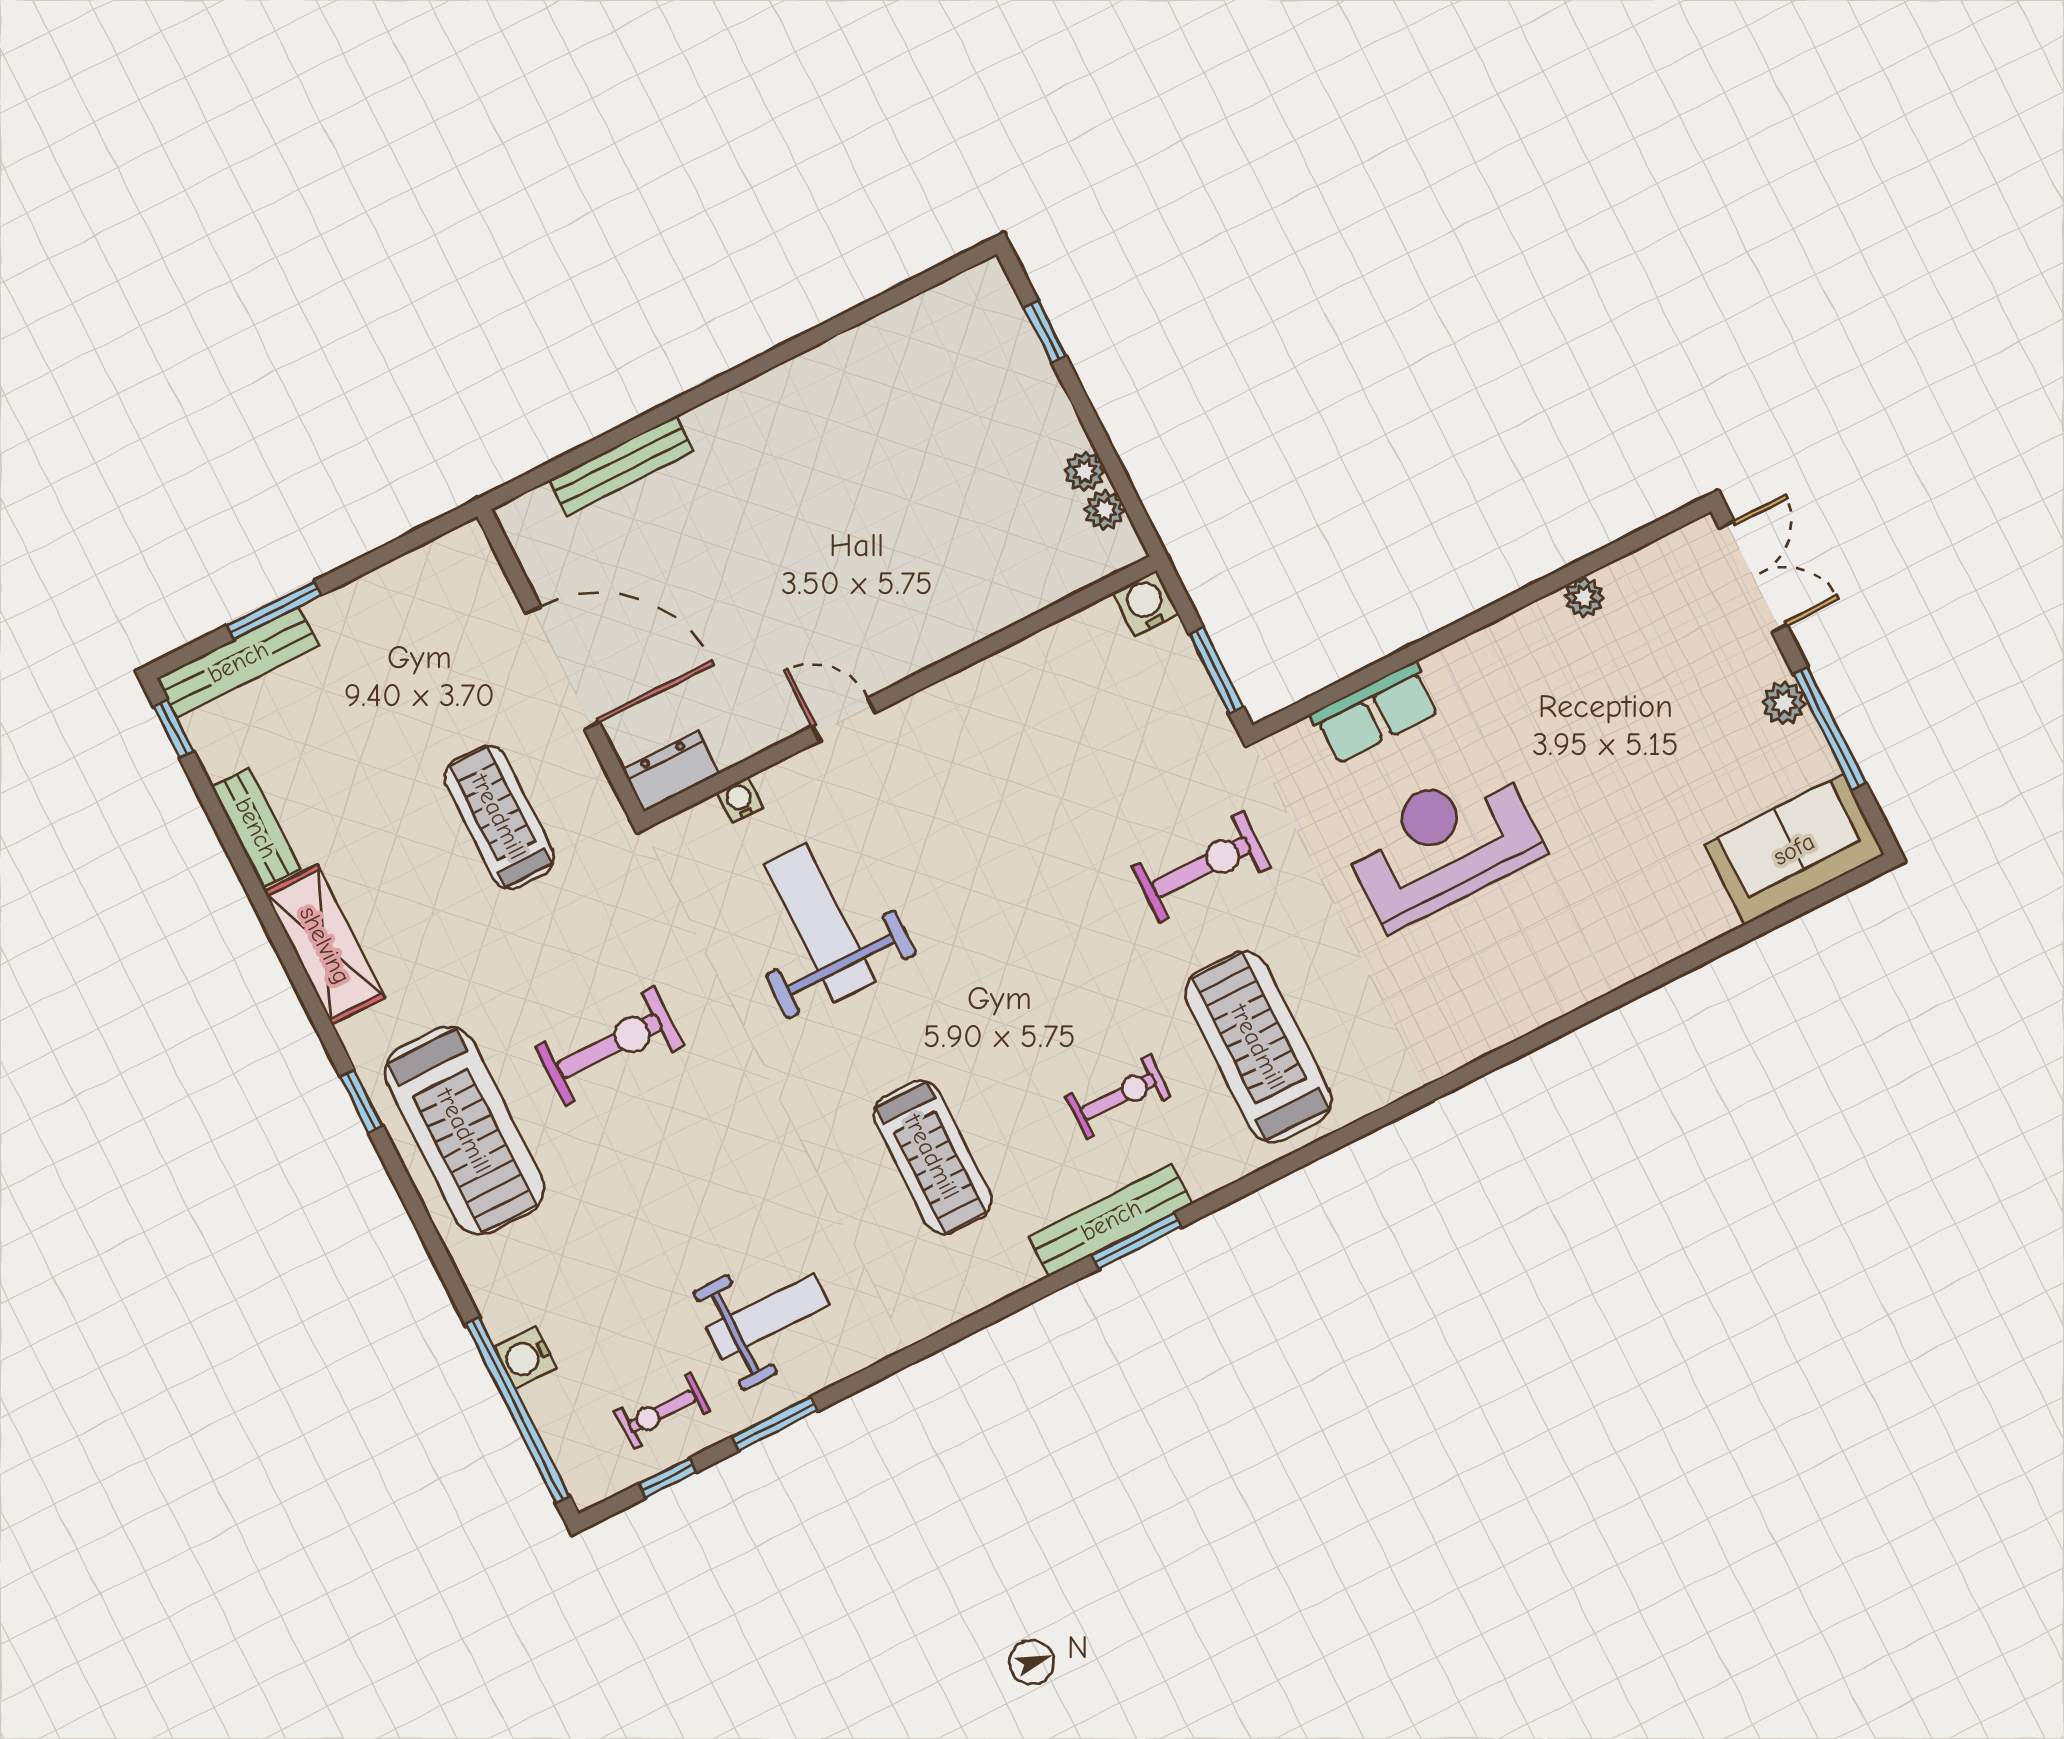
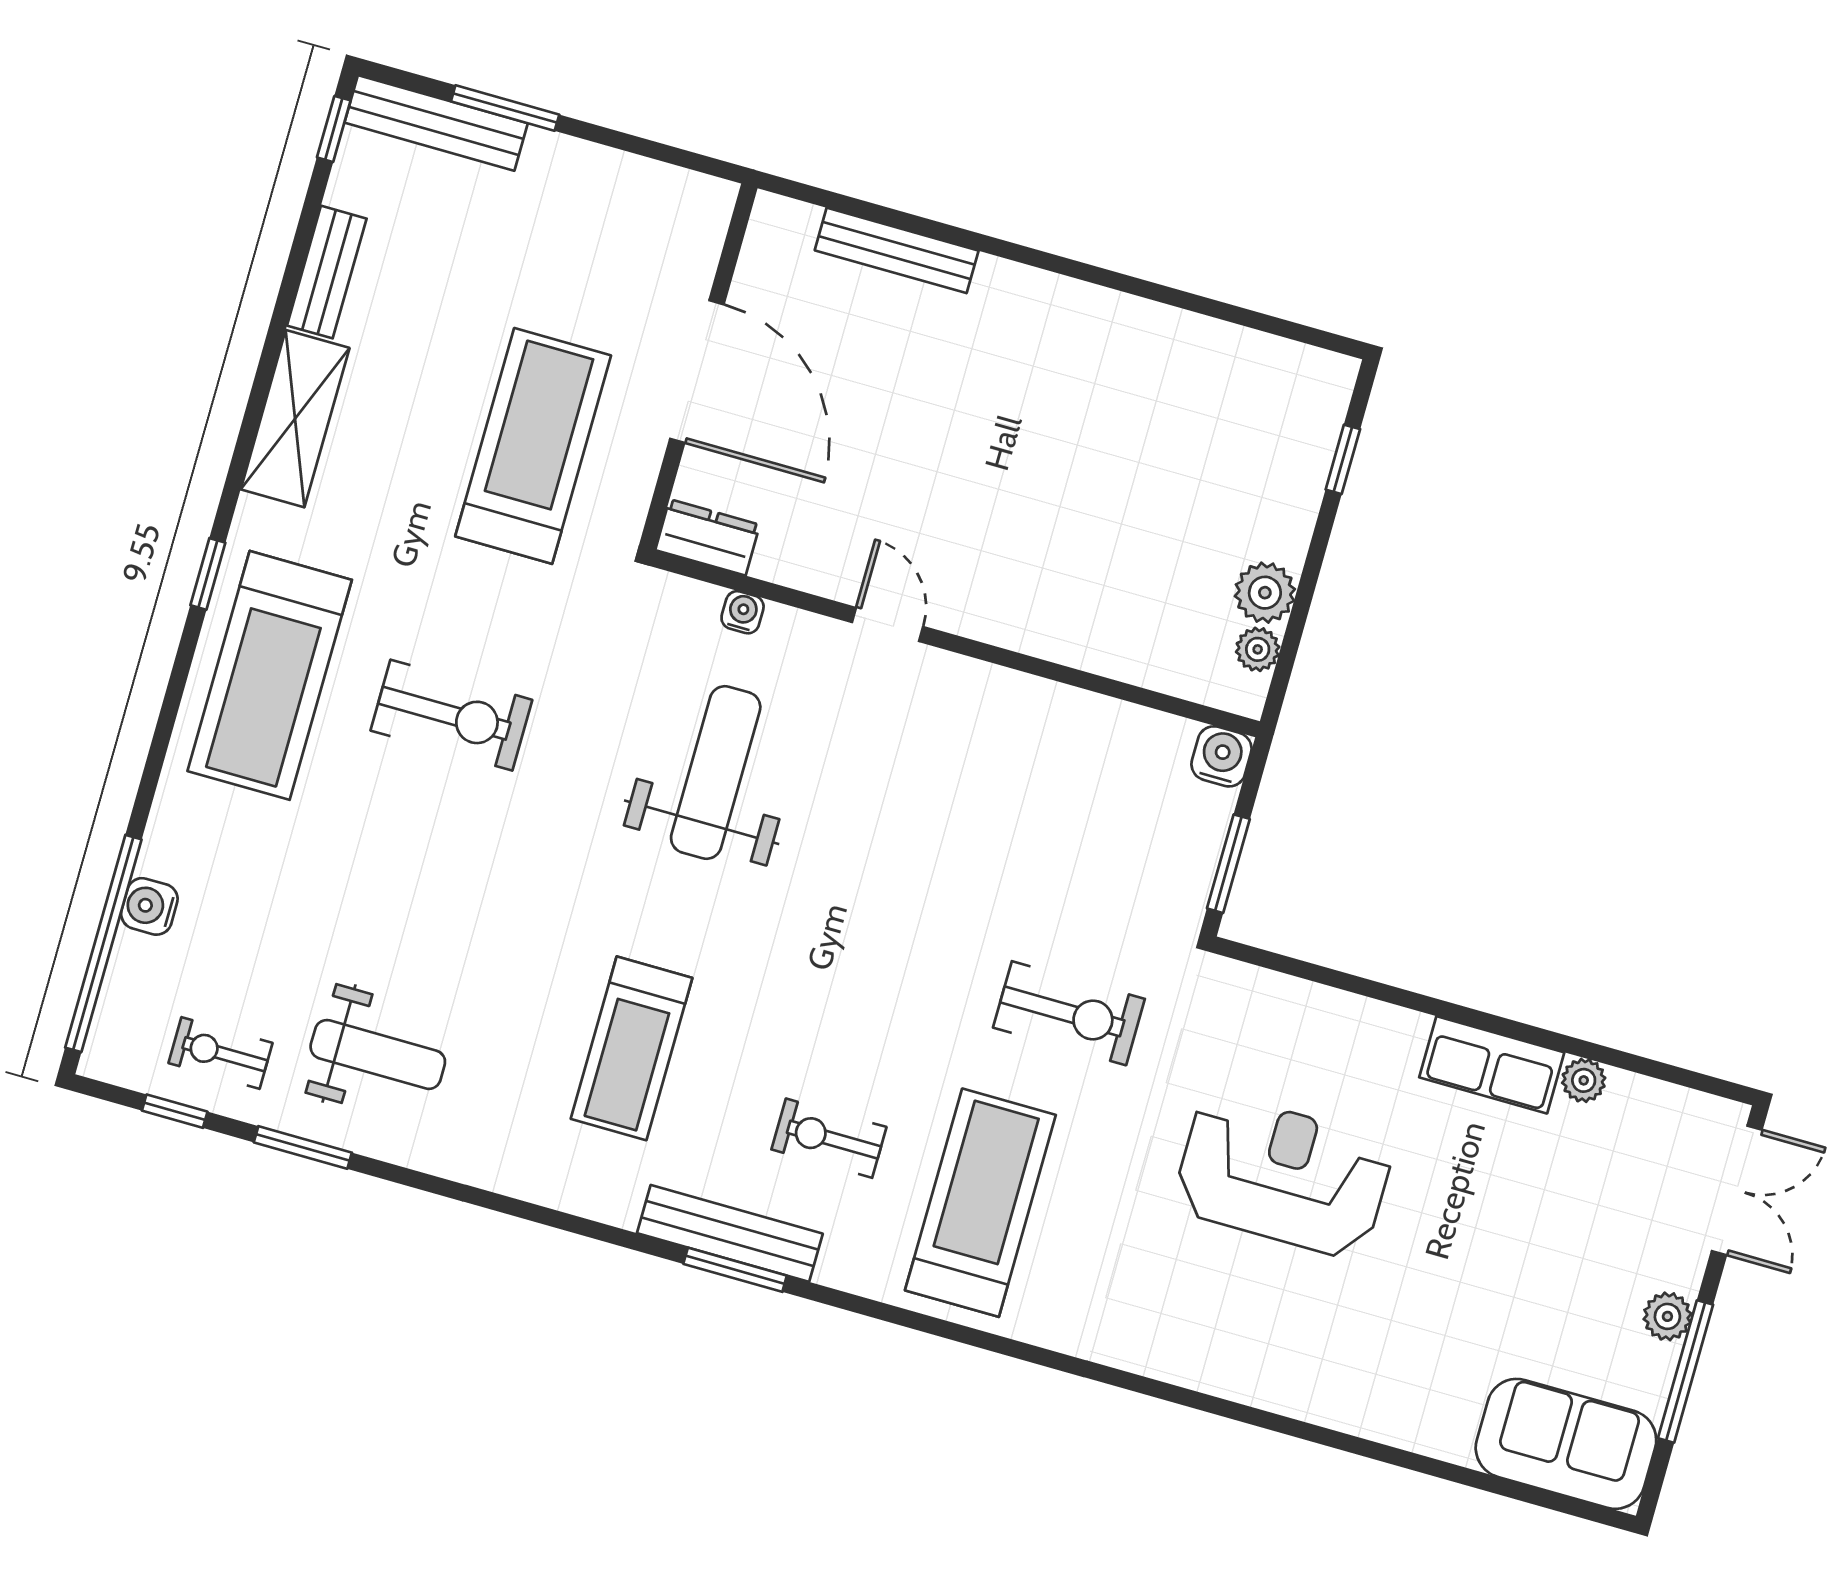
plant: (1085, 471) -> (1265, 593), width x1.38, depth x1.38
row of seats: (1375, 713) -> (1492, 1065), moved
treadmill: (499, 817) -> (533, 446), width x1.37, depth x1.38
exercise bike: (1118, 1096) -> (829, 1138), turned 180

